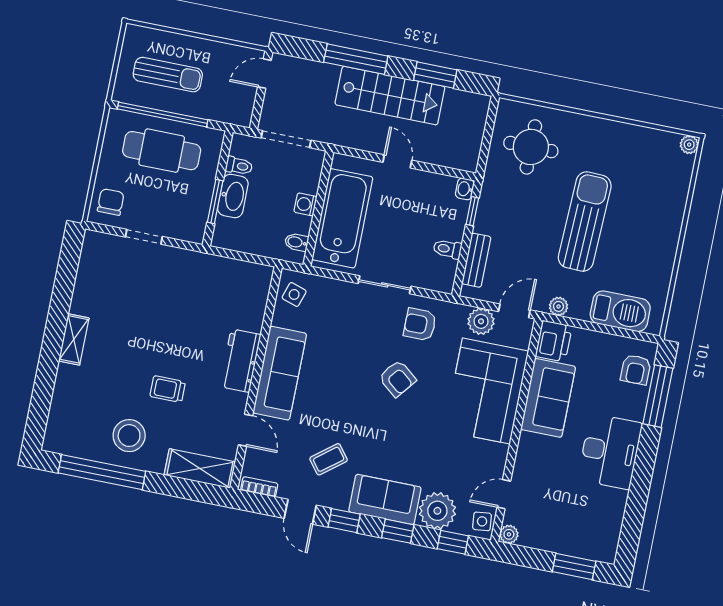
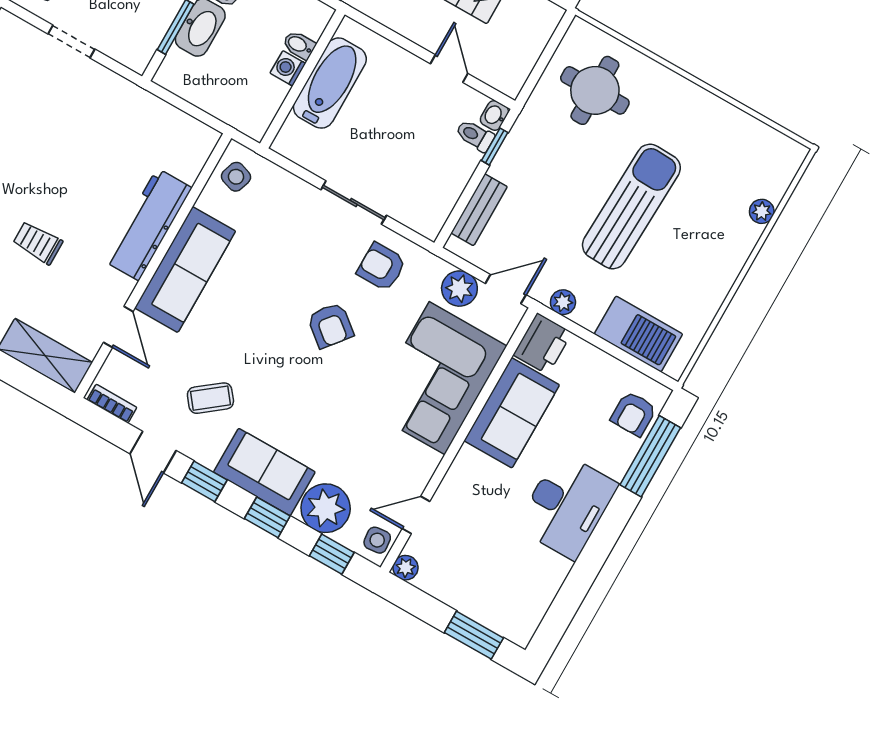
plant: (689, 145) -> (762, 211), moved
door: (397, 161) -> (449, 69), moved
bathtub: (342, 218) -> (330, 83), width x0.73, depth x0.73
bidet: (296, 242) -> (299, 45), moved
toilet: (447, 249) -> (475, 136), moved
workbench: (240, 361) -> (148, 224), width x1.38

